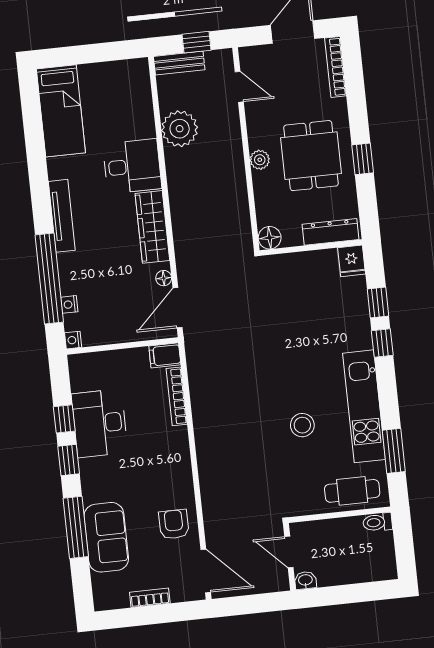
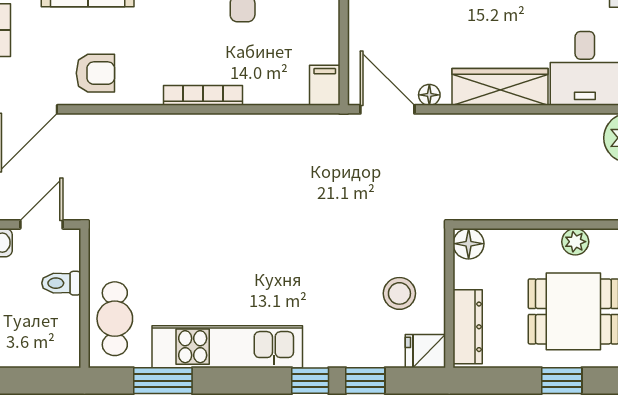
bookcase: (177, 396) -> (203, 95), moved
stool: (302, 425) -> (399, 293), moved
toilet: (378, 522) -> (61, 283), moved, turned -90

